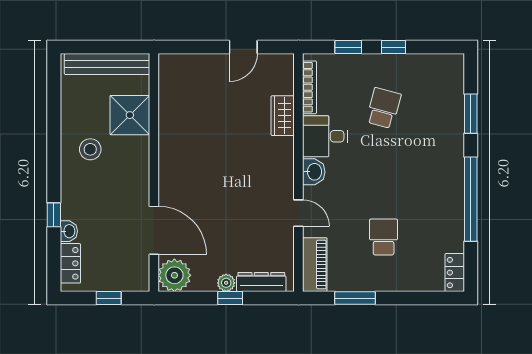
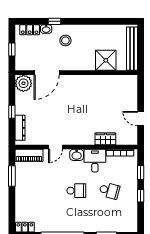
stool: (90, 149) -> (65, 41), moved
school desk: (384, 237) -> (76, 191), moved
plant: (226, 283) -> (20, 110), removed

